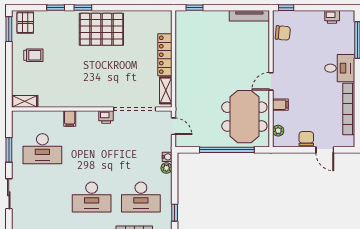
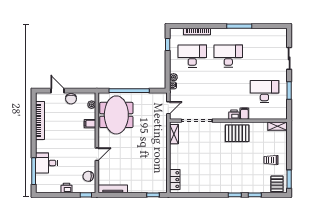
printer: (332, 17) -> (67, 188), moved
pallet: (101, 29) -> (237, 133), moved, width x0.73, depth x0.71
locker: (165, 55) -> (175, 180), moved, width x0.66
desk: (340, 68) -> (47, 163), moved
door: (271, 81) -> (97, 154), moved
printer: (106, 117) -> (234, 115), moved
door: (173, 126) -> (168, 108), swing flipped

